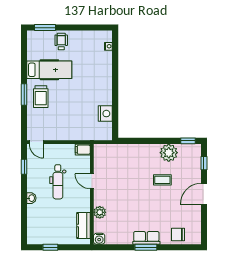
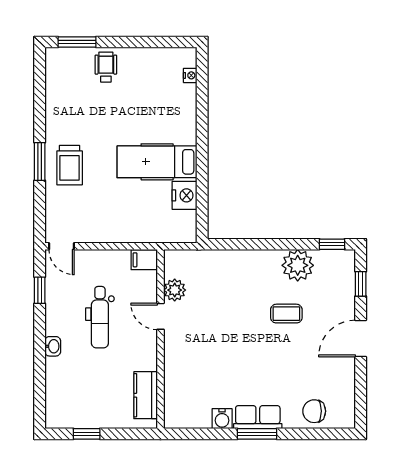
hospital bed: (49, 70) -> (157, 162), moved, turned 180
plant: (100, 212) -> (175, 290), moved
water cooler: (99, 239) -> (222, 419), moved

